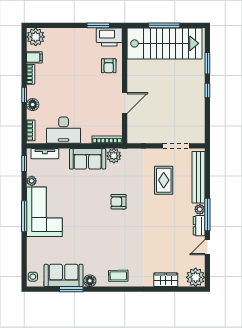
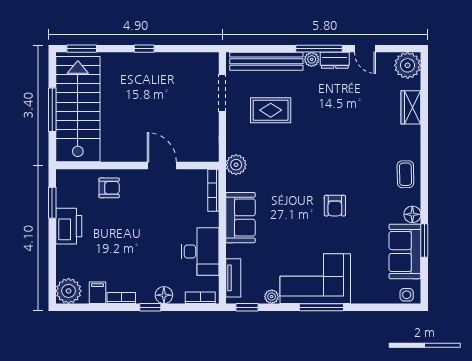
printer: (109, 37) -> (69, 226), moved
window: (207, 63) -> (82, 49), moved
plant: (114, 156) -> (236, 165), moved
armchair: (118, 202) -> (335, 206), moved

